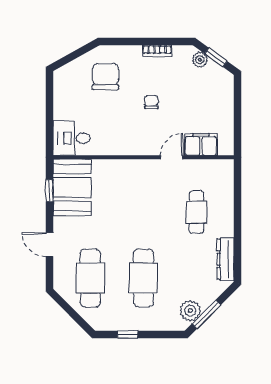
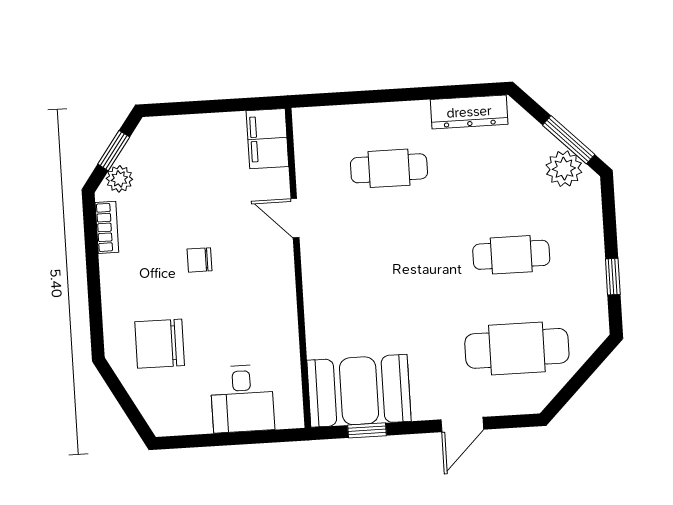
bookcase: (157, 51) -> (107, 227), moved
desk: (72, 138) -> (242, 399), moved
filing cabinet: (201, 144) -> (267, 139), moved
cafe table: (143, 278) -> (511, 255), width x0.73, depth x0.74

